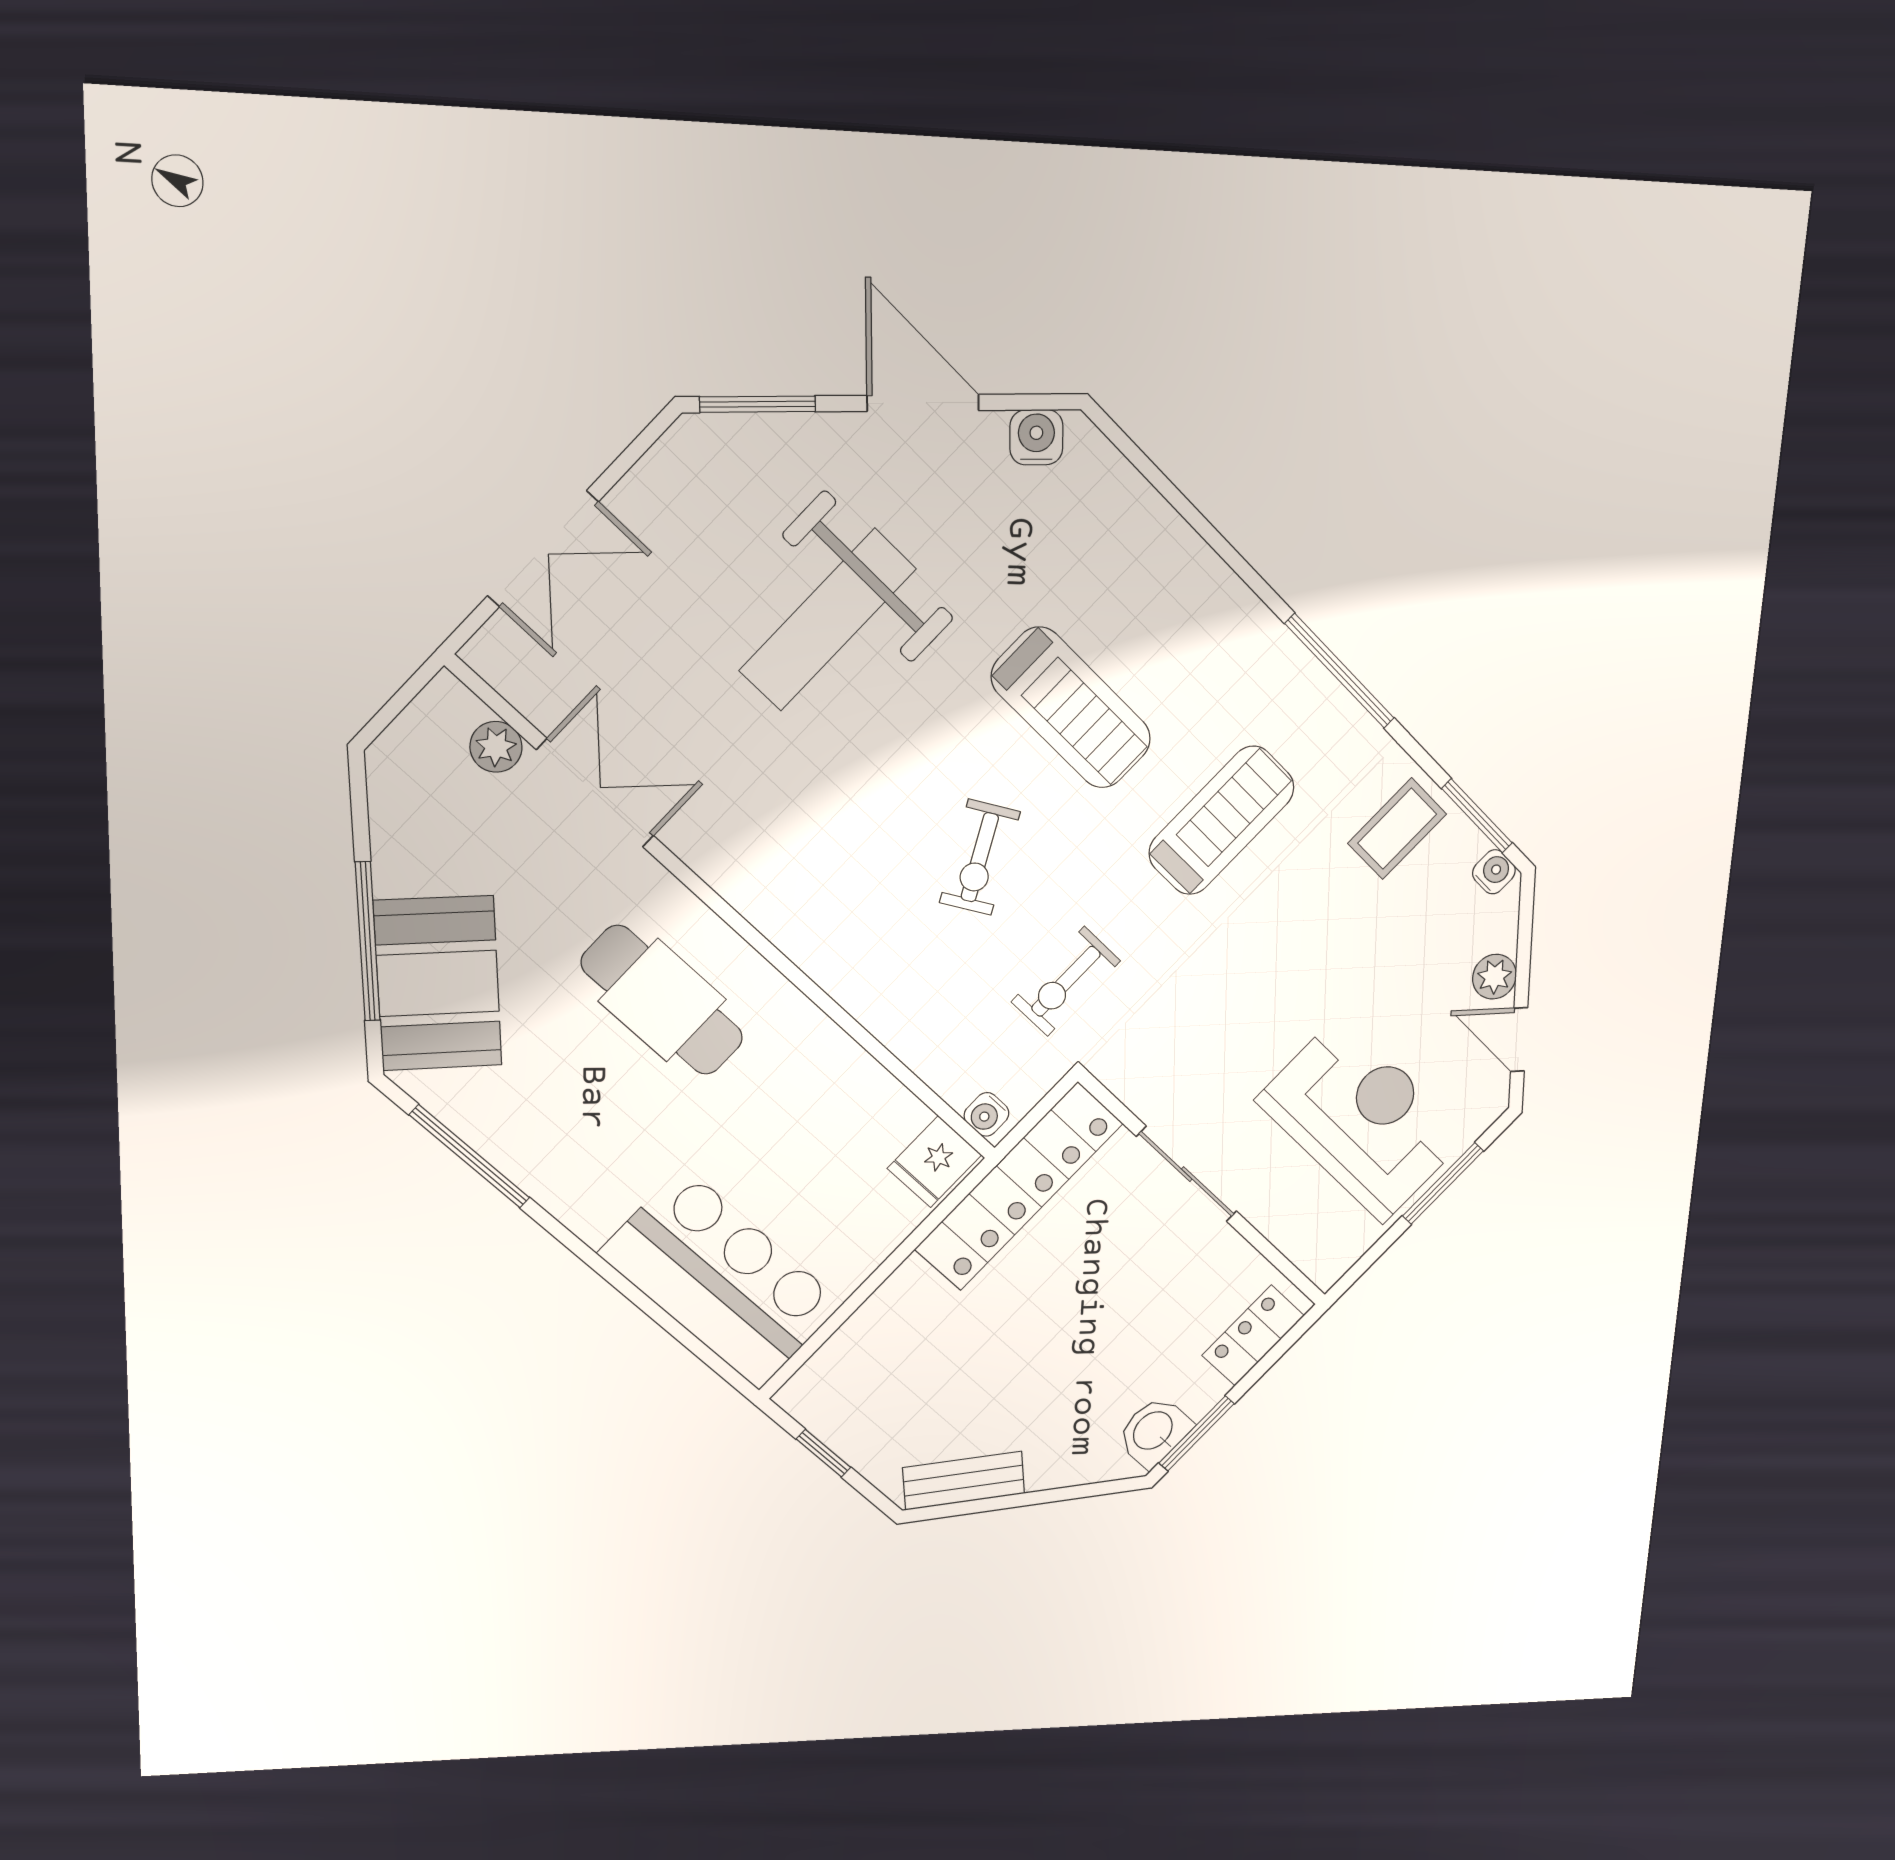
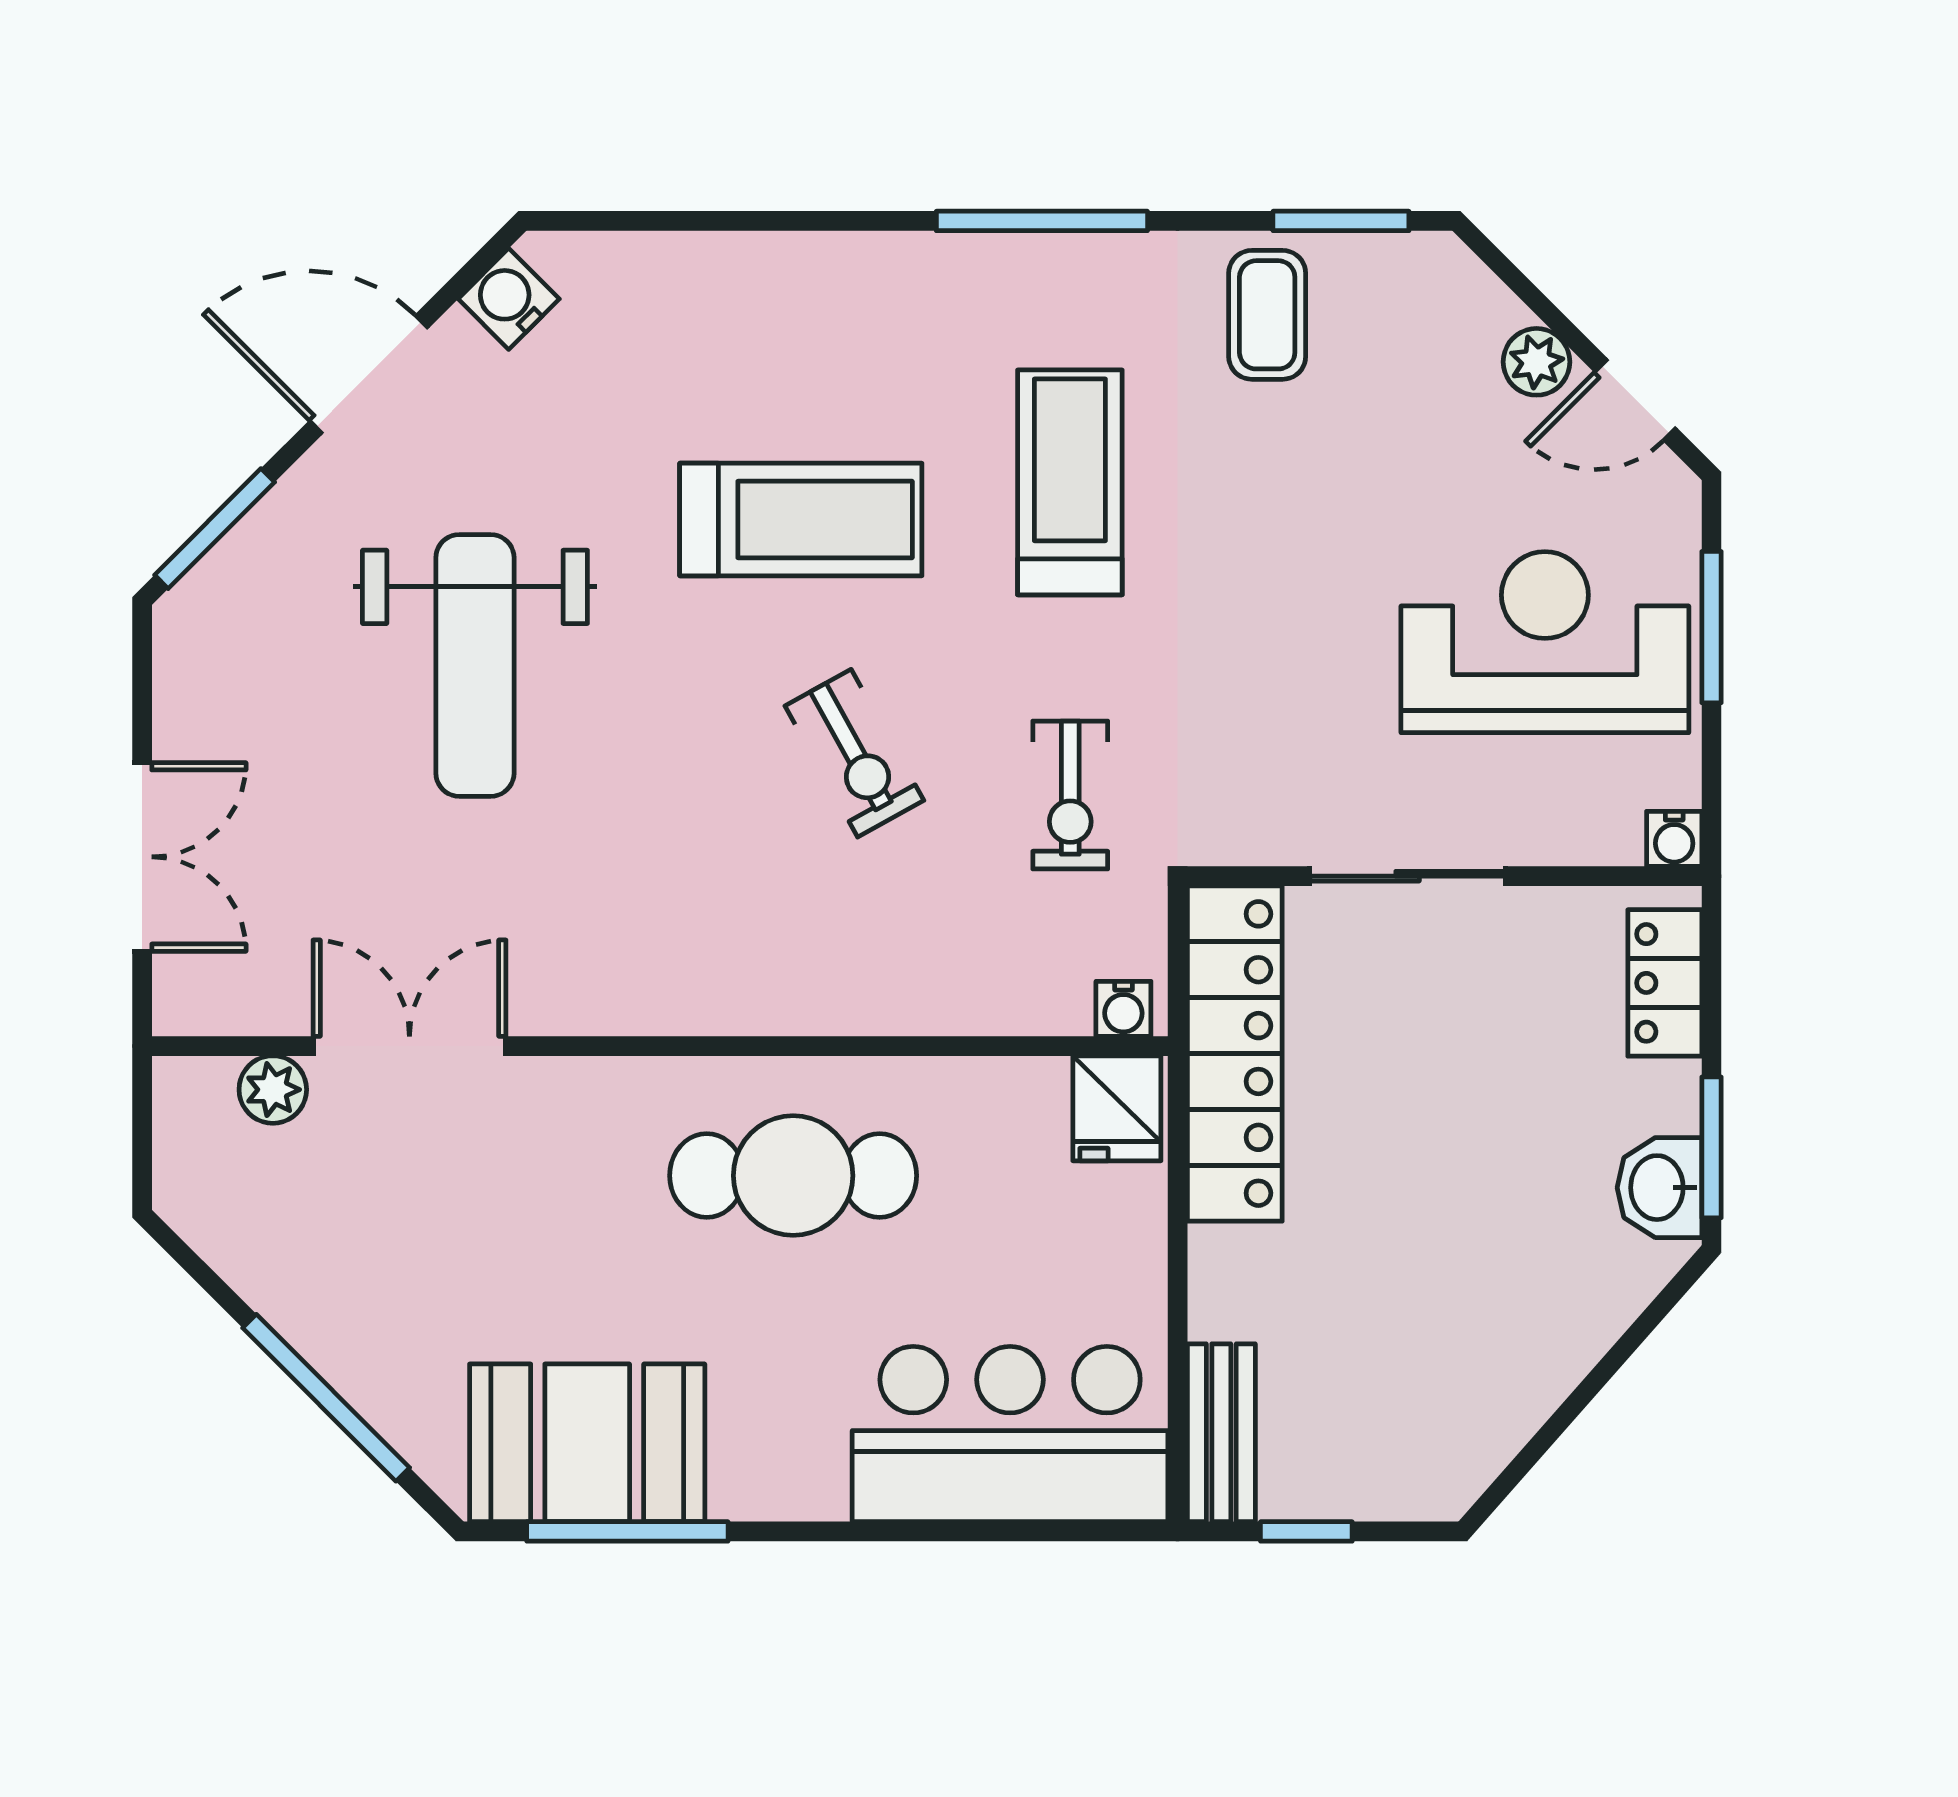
water cooler: (1494, 872) -> (1674, 839), moved, turned 180
booth: (438, 983) -> (587, 1443), moved, turned -45
cafe table: (662, 1000) -> (793, 1176), moved
bench: (964, 1481) -> (1221, 1433), moved, turned -41

